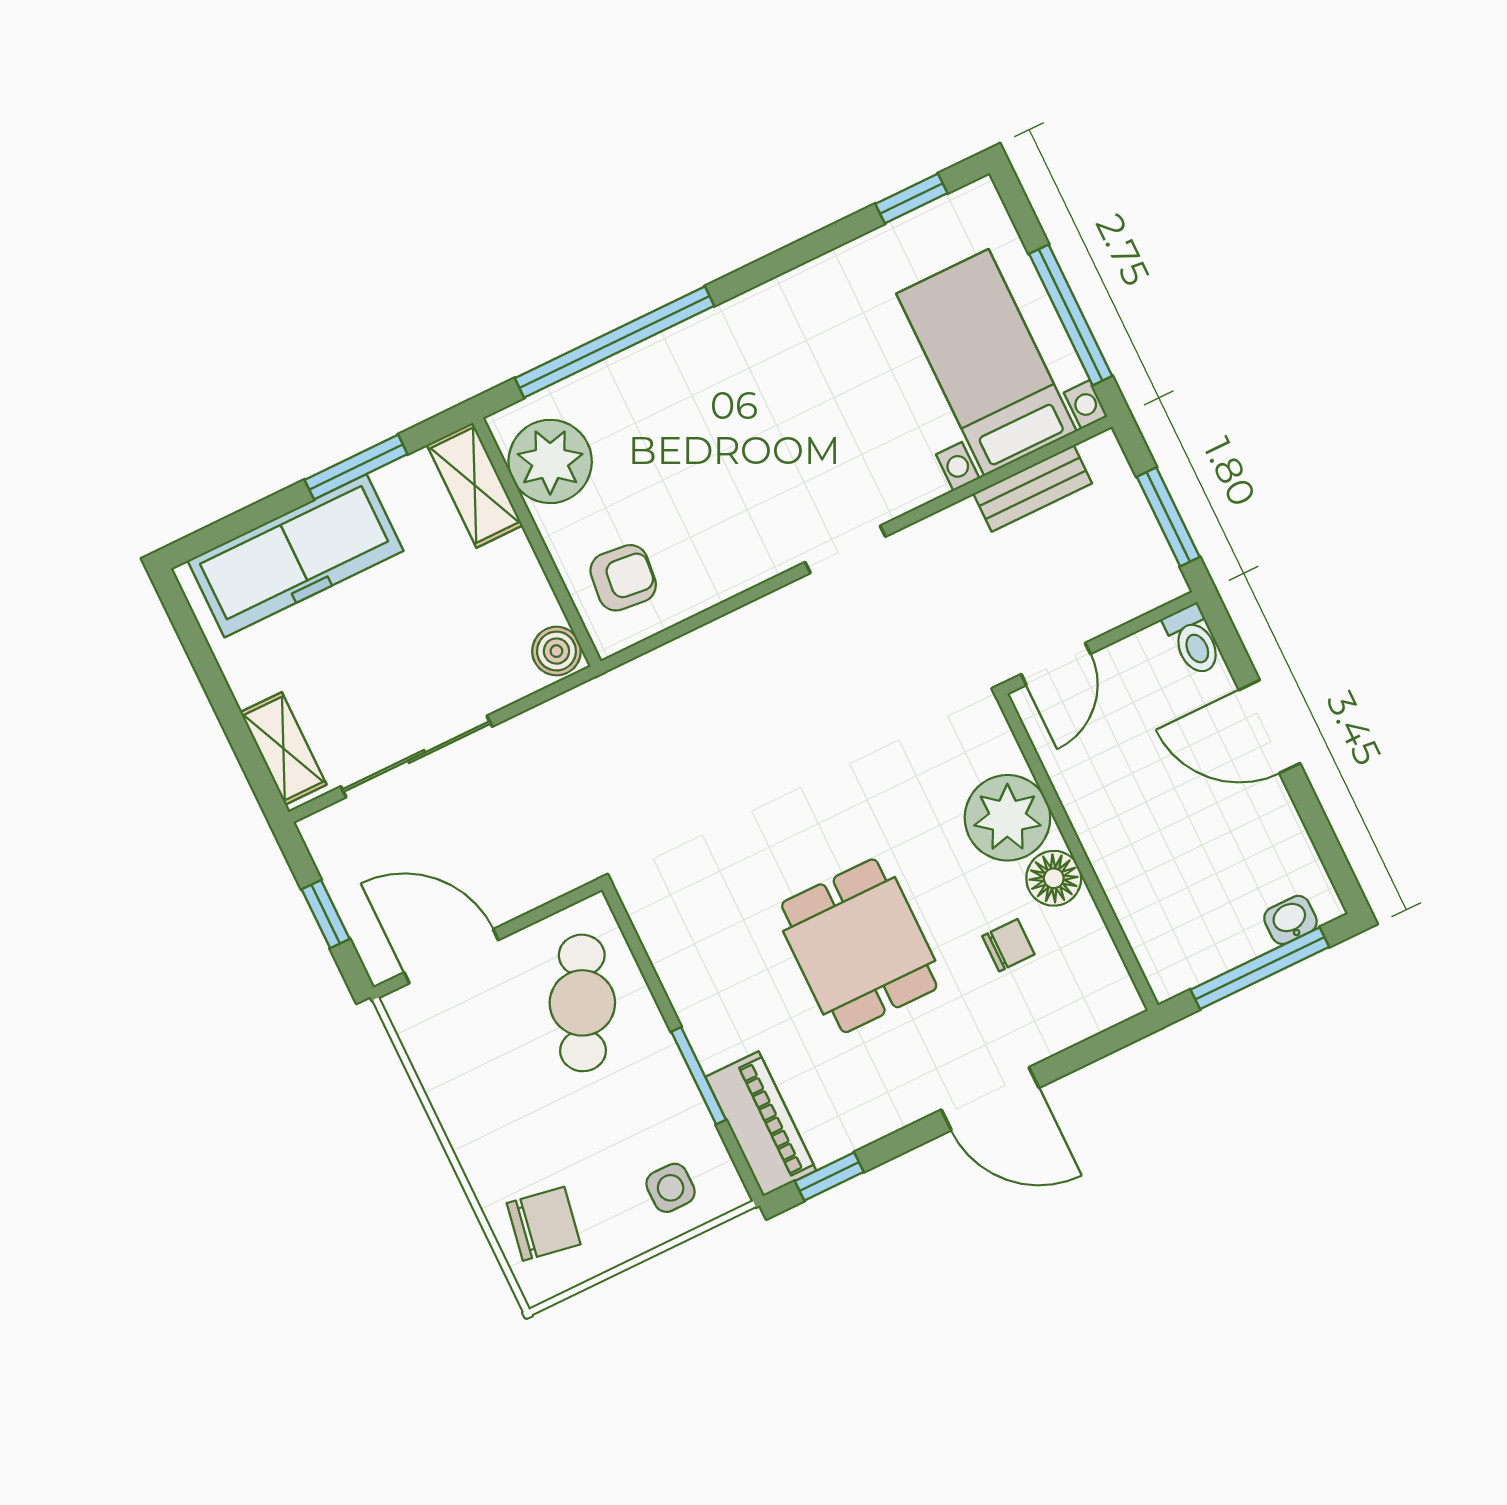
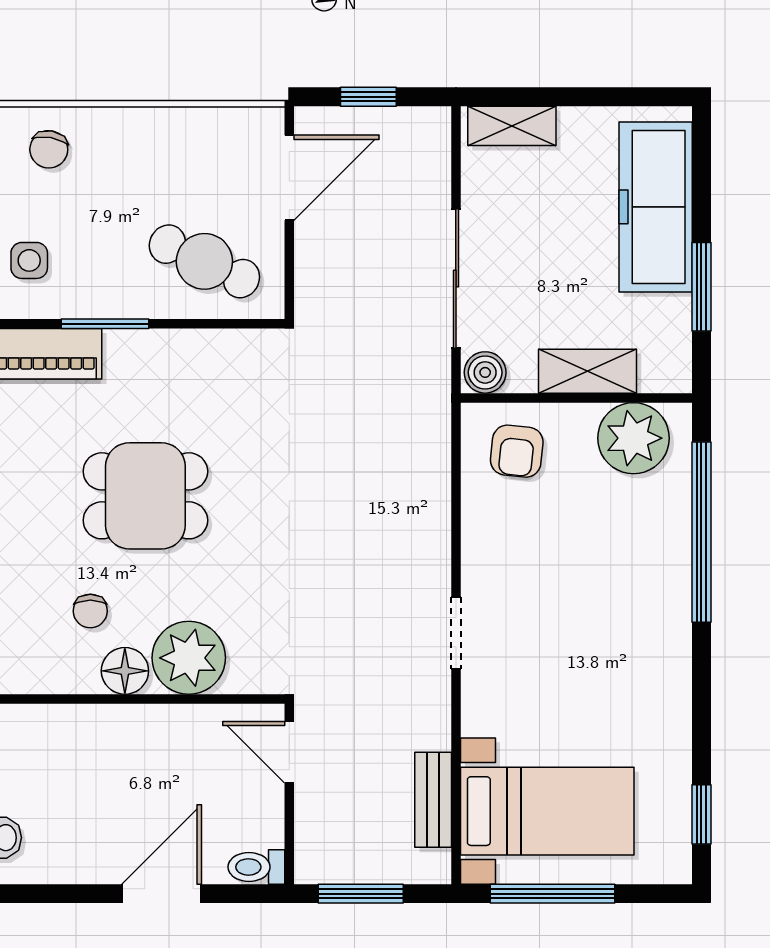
shelving: (475, 485) -> (587, 371), moved
sliding door: (417, 757) -> (456, 279), moved
chair: (544, 1224) -> (49, 149), width x0.73, depth x0.73

